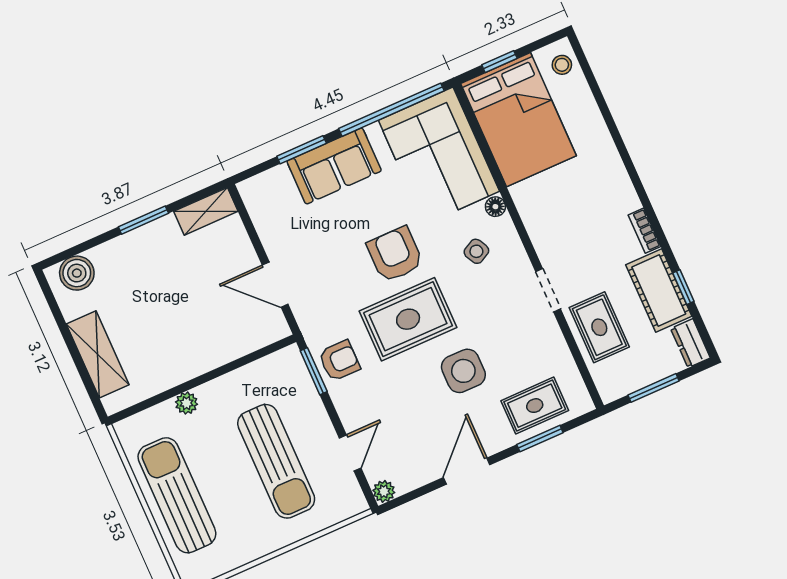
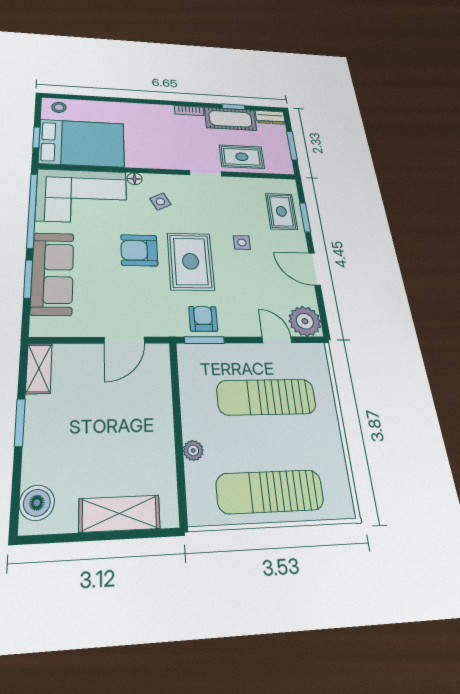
sofa: (334, 166) -> (52, 273), width x1.36
side table: (463, 371) -> (242, 243), width x0.54, depth x0.54
sun lounger: (276, 461) -> (266, 397), turned 180
plant: (384, 491) -> (305, 321), width x1.87, depth x1.87

